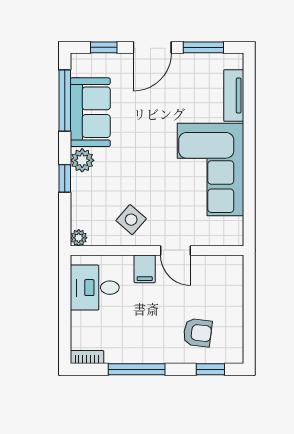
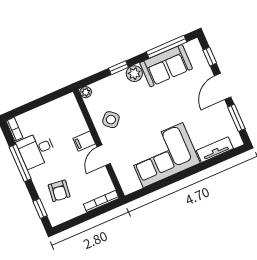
door: (152, 47) -> (223, 86), hinge flipped
bookcase: (237, 281) -> (101, 201), added
desk: (95, 288) -> (36, 150), moved, turned -90

